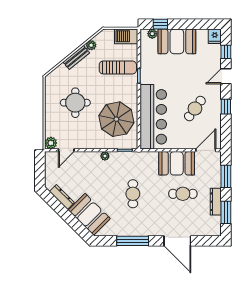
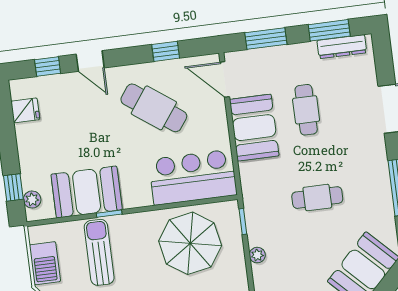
barbecue: (126, 36) -> (45, 263), moved
fridge: (215, 36) -> (25, 110), moved
booth: (177, 41) -> (87, 192), moved, turned 90
window: (226, 107) -> (166, 51), moved
cafe table: (195, 109) -> (154, 108), width x1.37, depth x1.35
bar counter: (153, 117) -> (193, 177), width x0.73
dresser: (216, 202) -> (342, 47), moved

